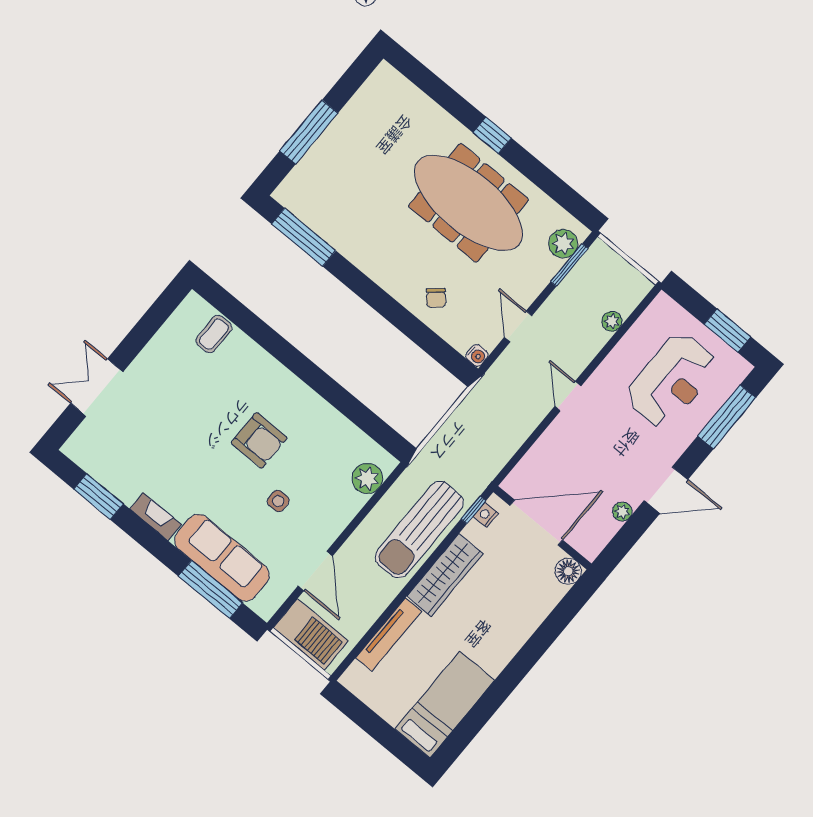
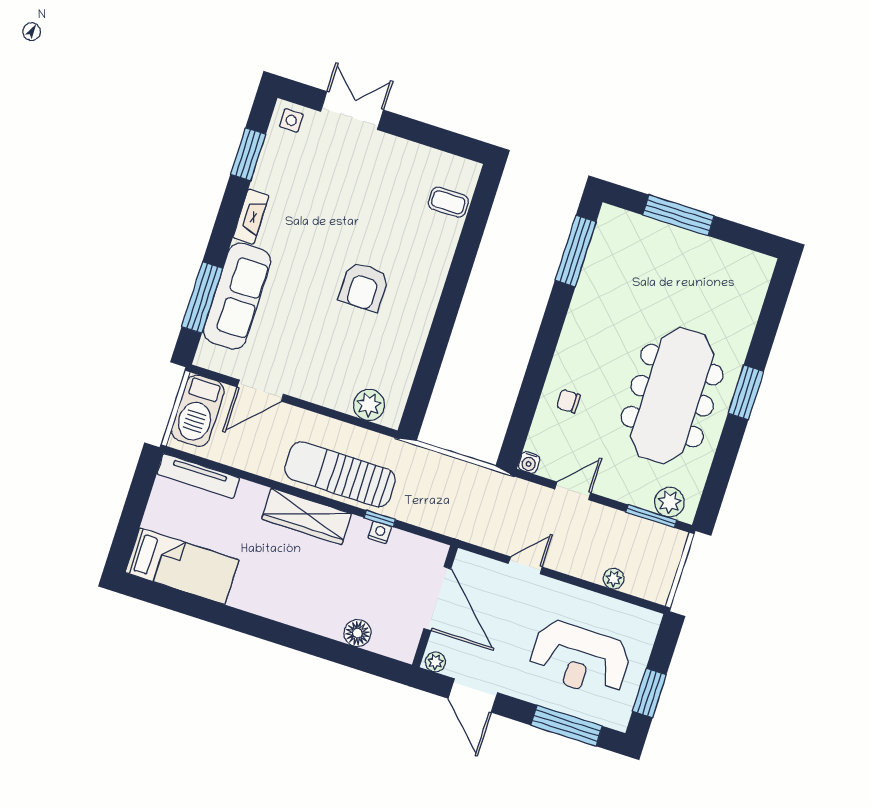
window: (492, 135) -> (746, 392), width x1.50
chair: (436, 298) -> (568, 401), turned 41
side table: (278, 501) -> (291, 120), moved
door: (536, 523) -> (437, 599), moved
wall: (542, 528) -> (435, 606), moved
tv unit: (389, 634) -> (198, 476), moved

